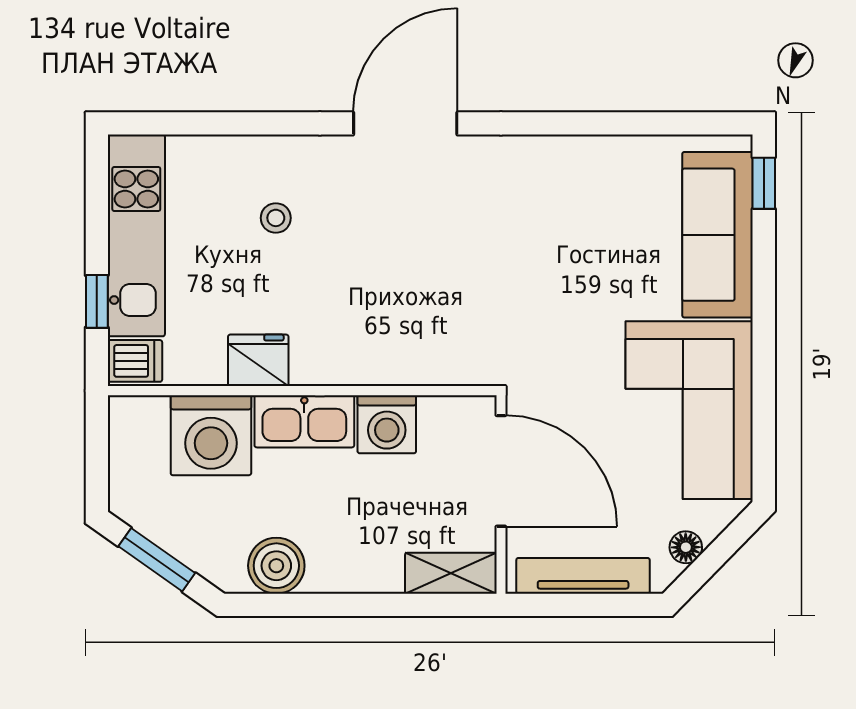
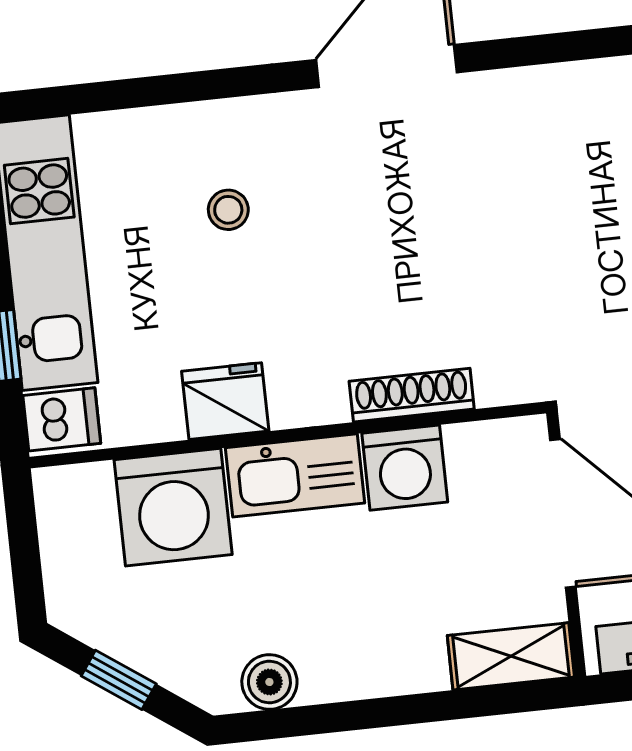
shoe rack: (398, 371) -> (412, 395), added
window: (157, 560) -> (119, 680), width x0.67
boiler: (276, 566) -> (269, 682), width x0.73, depth x0.73

